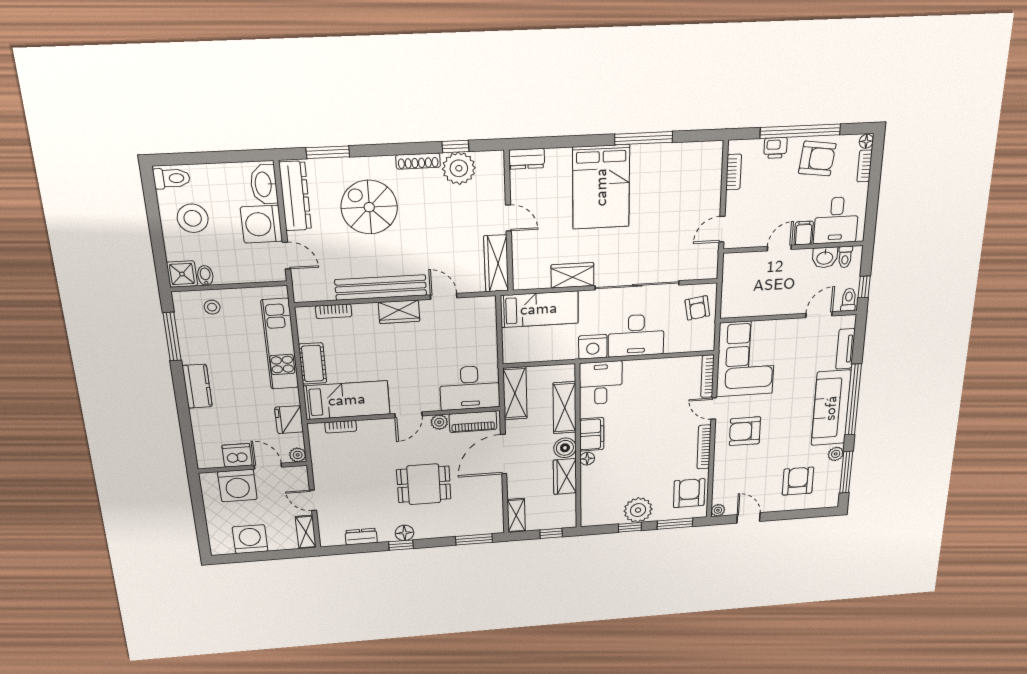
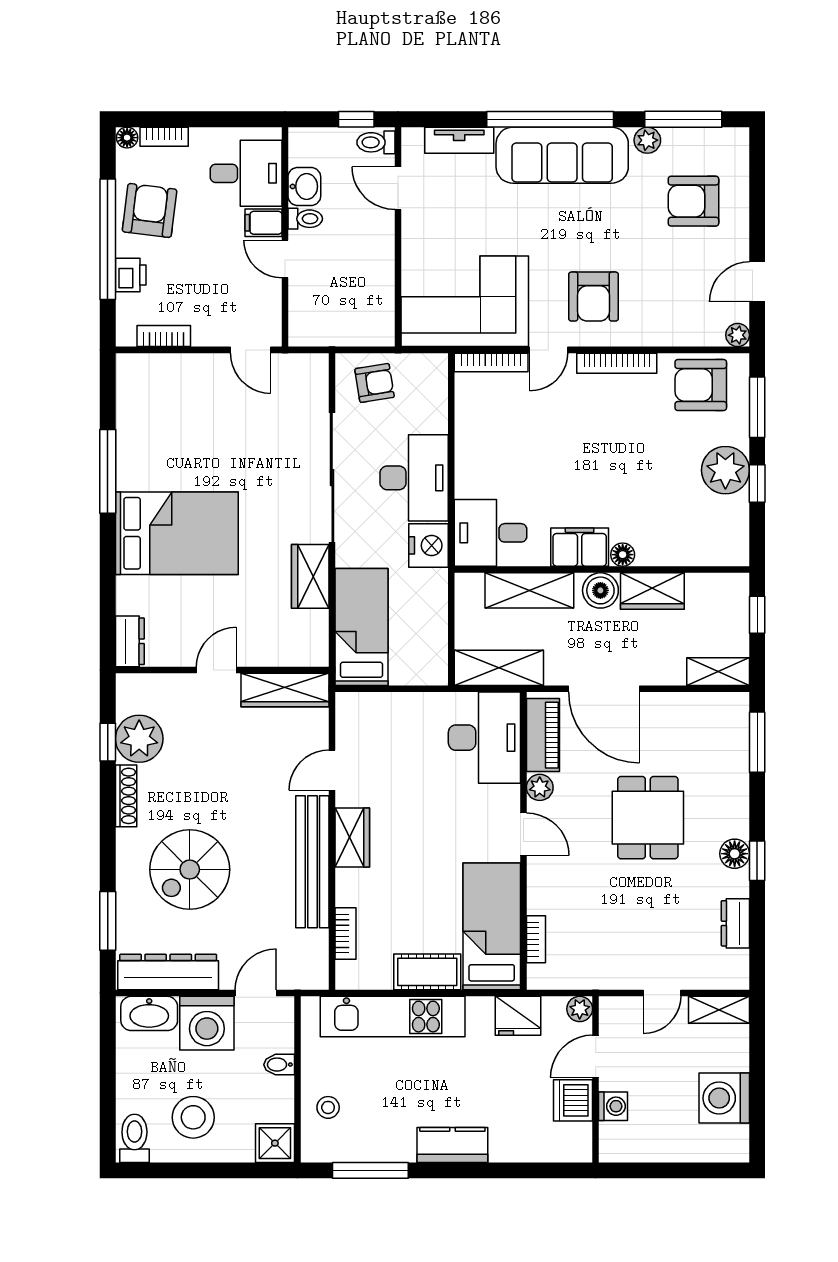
toilet: (845, 257) -> (305, 219), moved
bidet: (205, 276) -> (279, 1065), moved
washing machine: (237, 486) -> (613, 1106), width x0.53, depth x0.53

